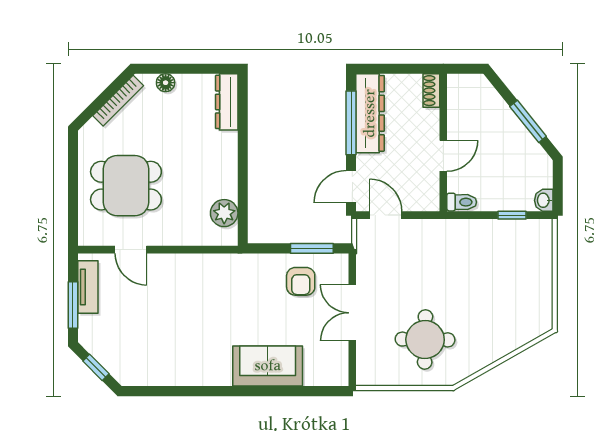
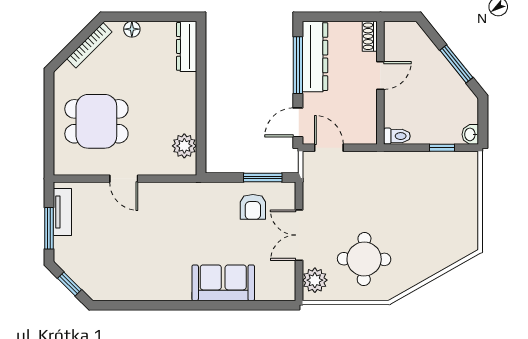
door: (443, 156) -> (380, 75), moved
door: (131, 250) -> (124, 179), moved
plant: (370, 363) -> (315, 280), added

